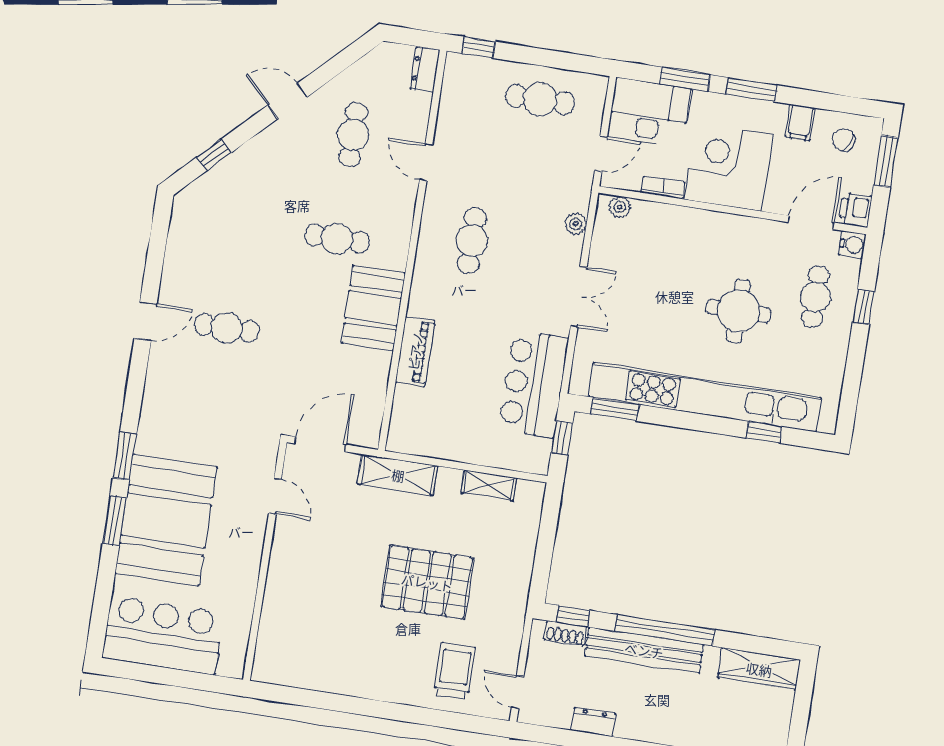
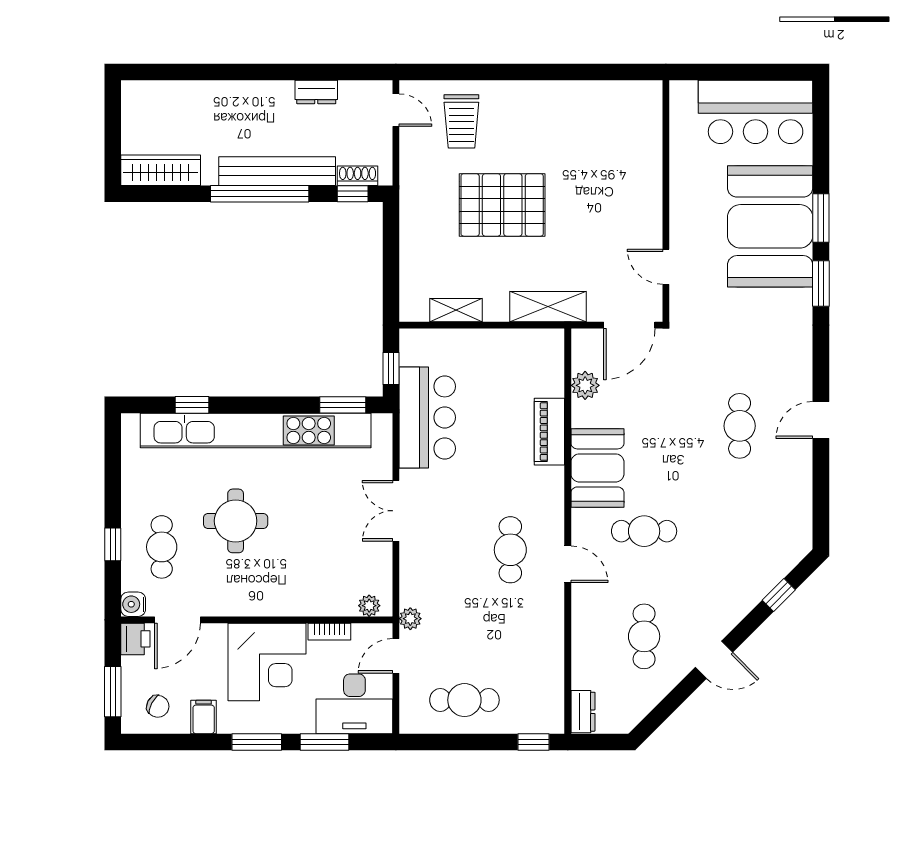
door: (426, 162) -> (568, 564), moved
plant: (576, 224) -> (410, 619), moved
cafe table: (227, 328) -> (740, 426), turned 90
plant: (373, 391) -> (585, 385), added

